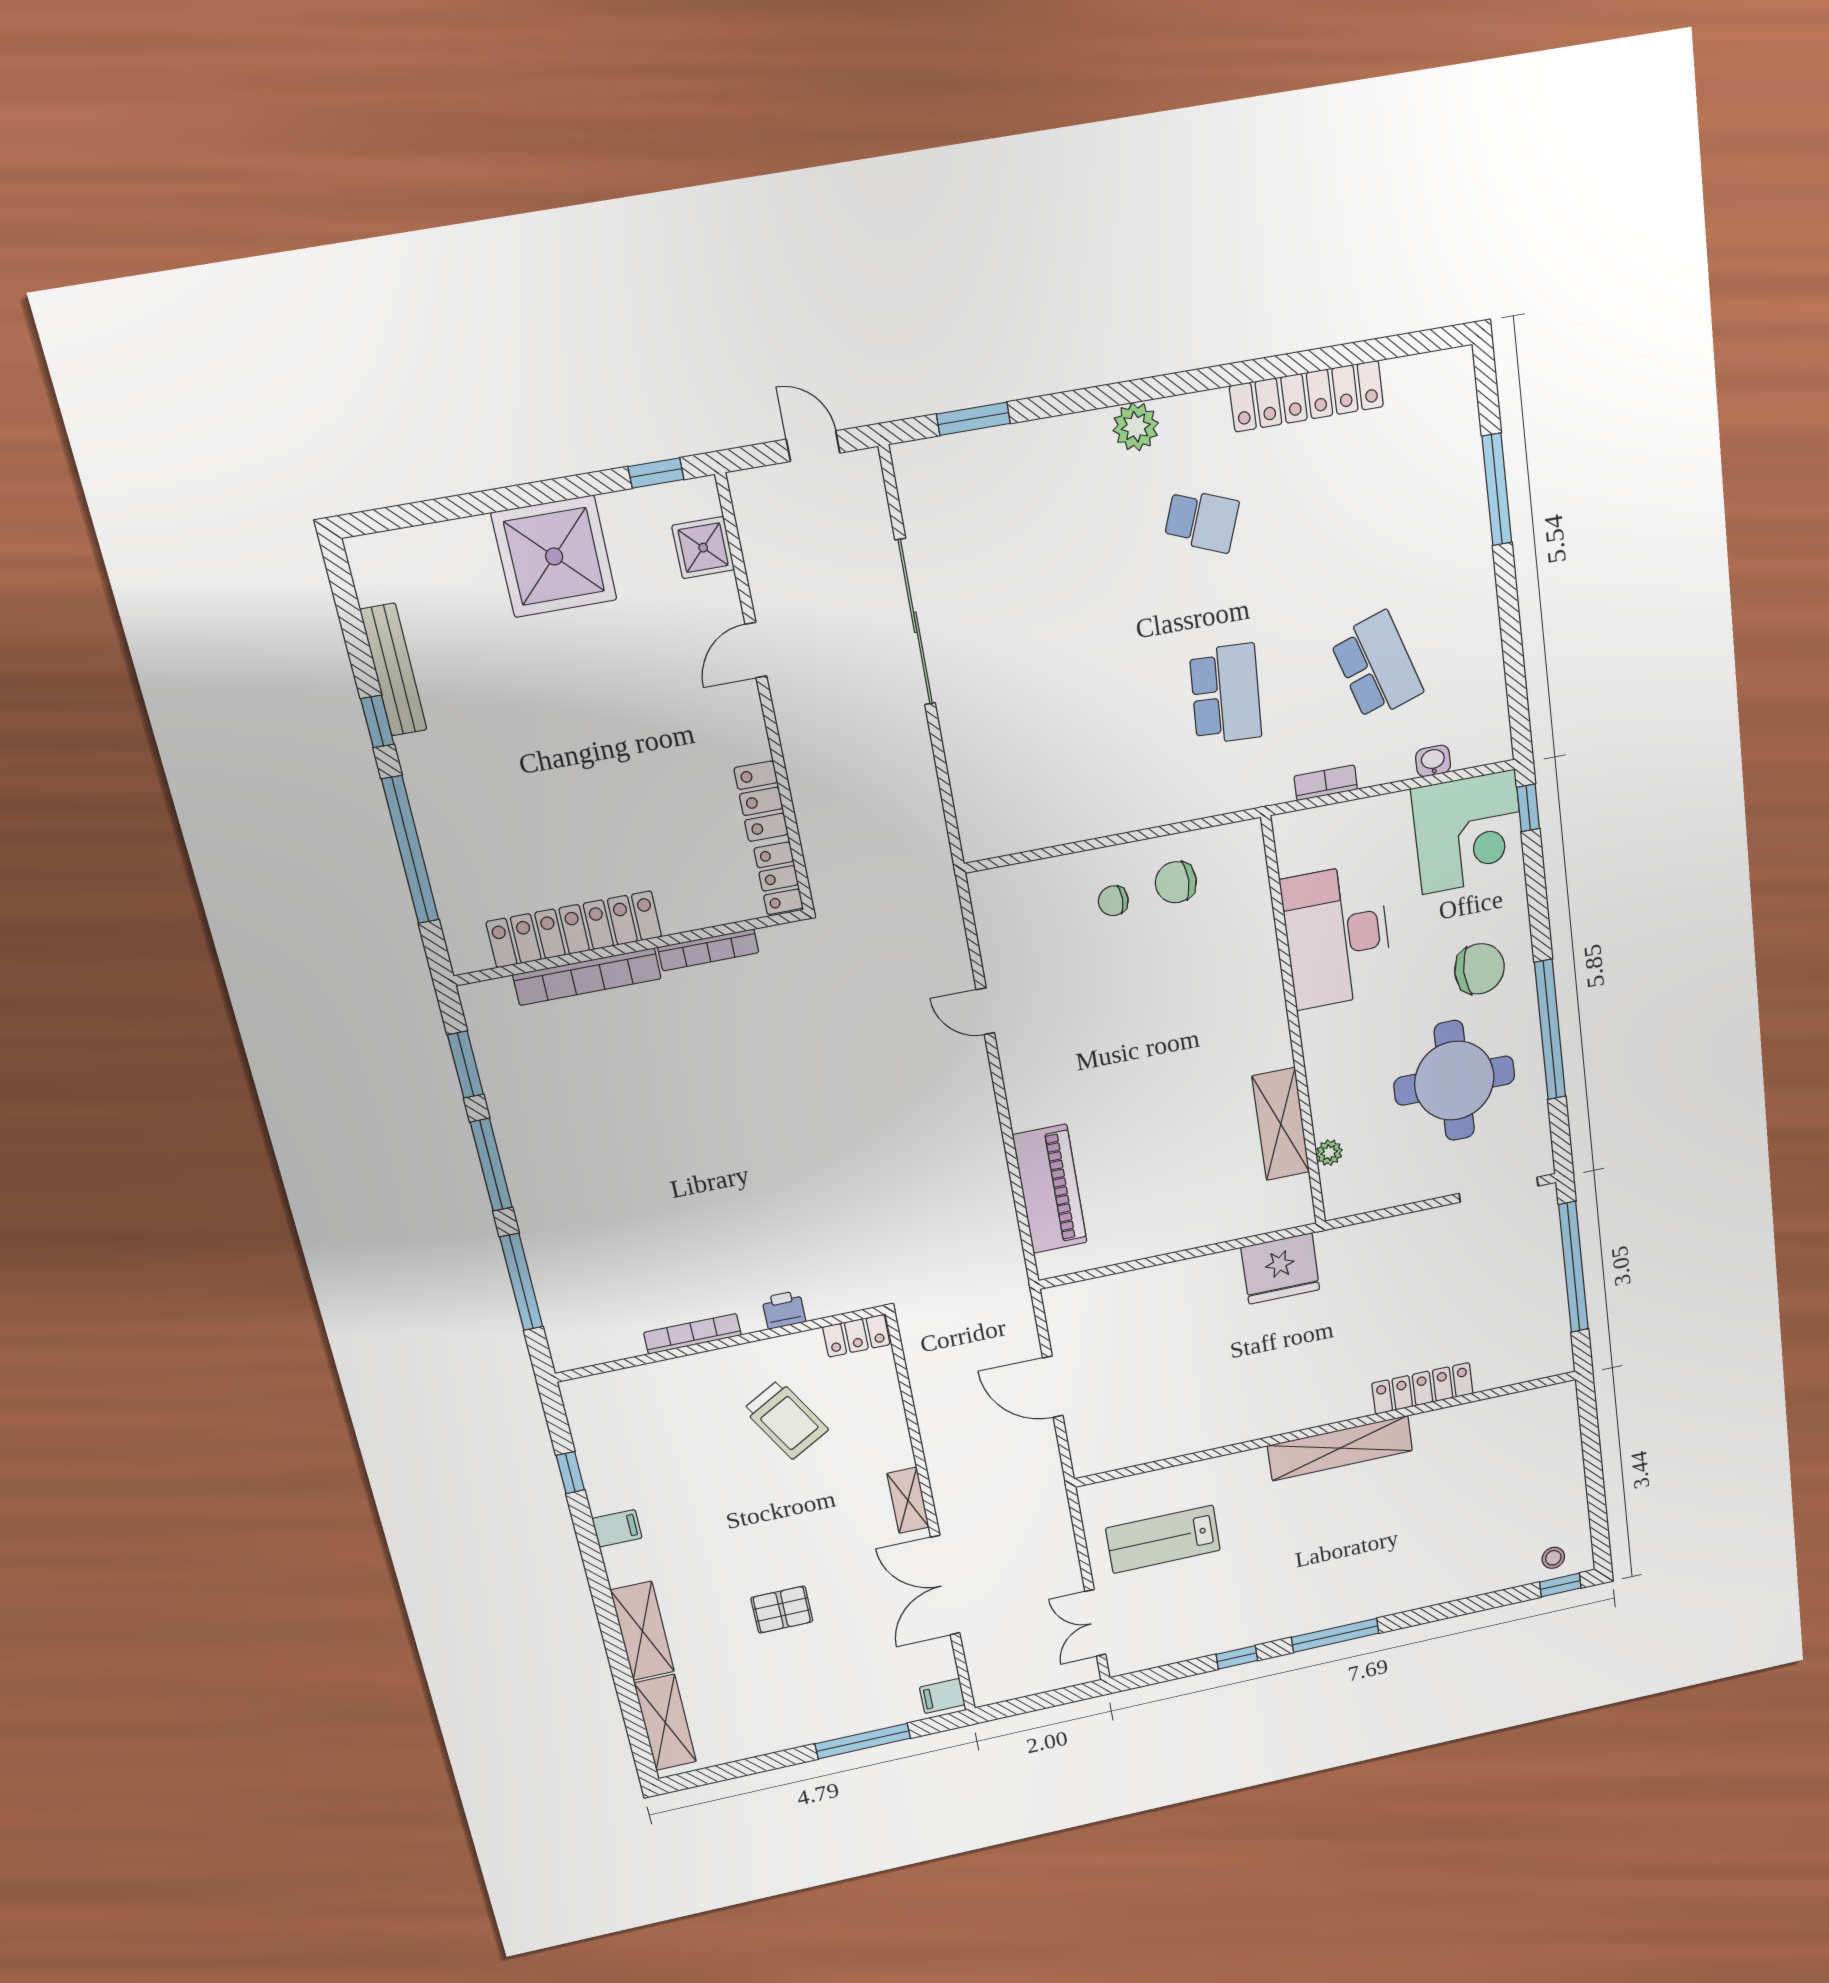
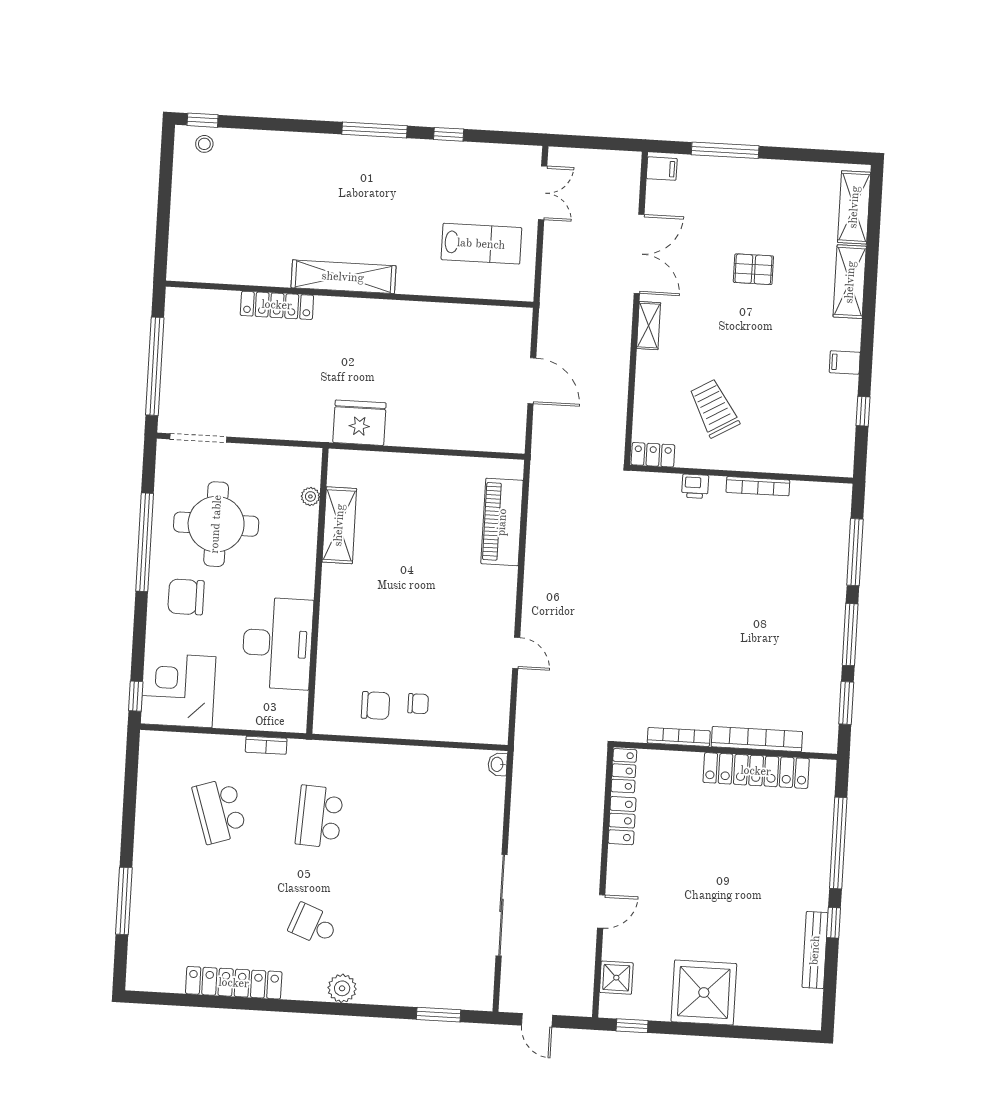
washbasin: (1433, 761) -> (498, 764), moved, turned 90

